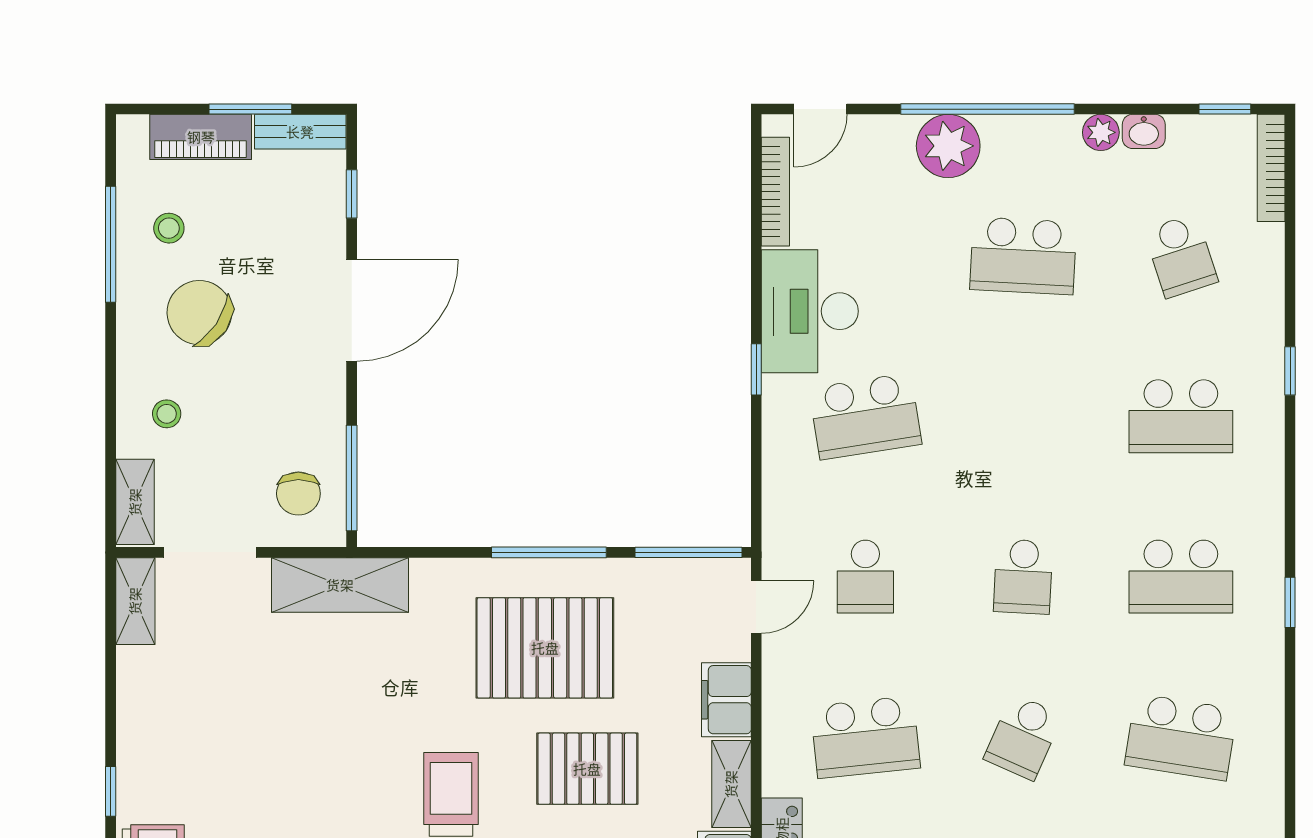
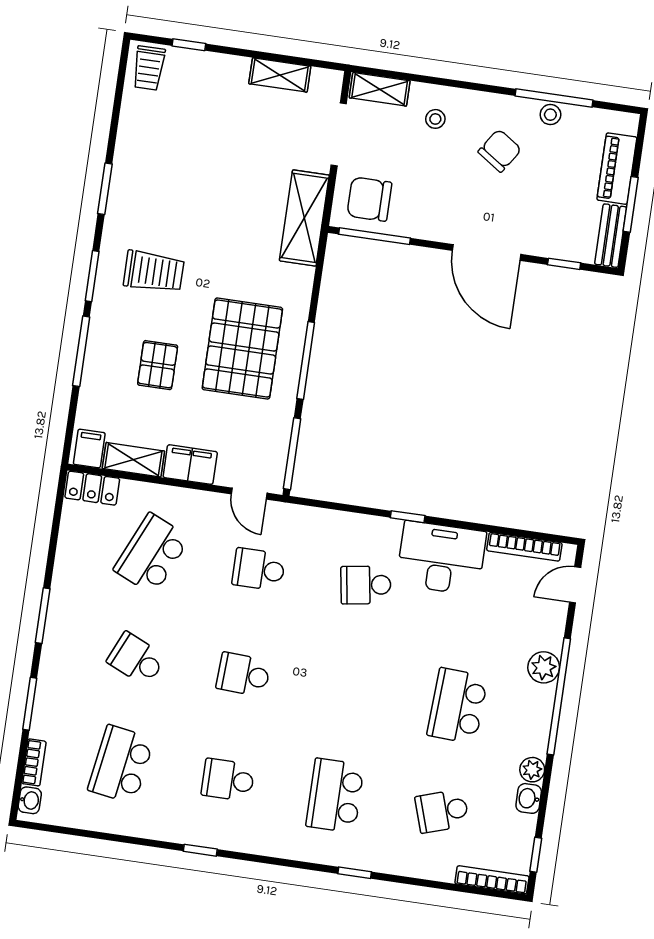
door: (820, 109) -> (575, 585), hinge flipped
plant: (948, 146) -> (544, 667), width x0.73, depth x0.73
stool: (169, 228) -> (550, 115), moved
chair: (199, 313) -> (500, 151), width x0.73, depth x0.73
school desk: (865, 416) -> (366, 585), width x0.54
chair: (298, 494) -> (369, 199), width x1.37, depth x1.37
school desk: (1181, 577) -> (228, 780), width x0.54
shelving: (135, 601) -> (280, 75), moved
school desk: (865, 737) -> (152, 554), turned 30
pallet: (587, 769) -> (158, 365), width x0.67, depth x0.71

